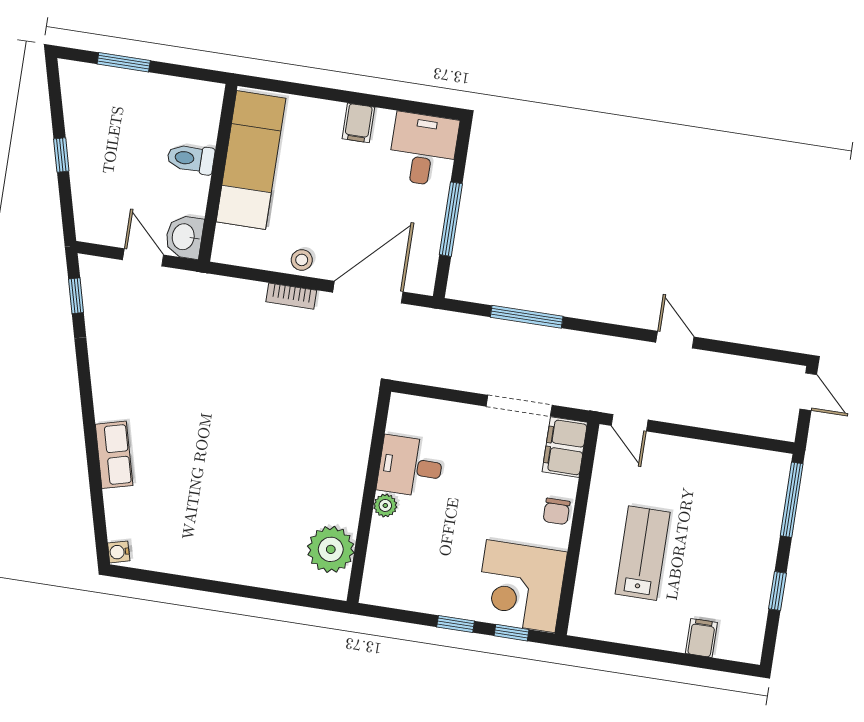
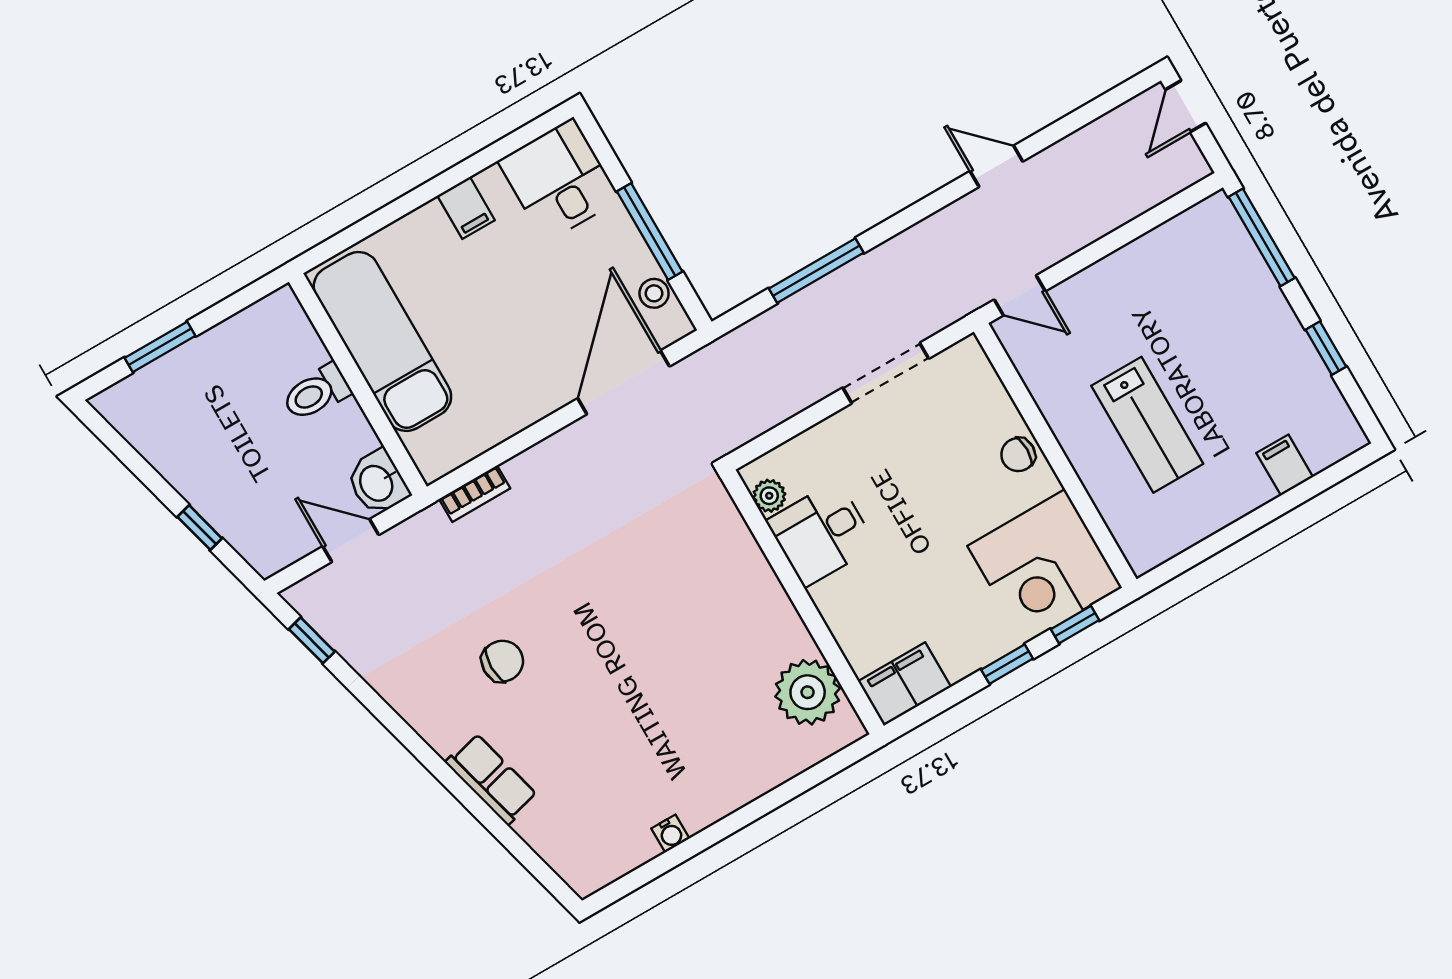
window: (61, 155) -> (200, 528), moved
stool: (302, 260) -> (654, 293), moved
bookcase: (291, 296) -> (475, 494), moved
door: (808, 392) -> (1186, 106), swing flipped
chair: (174, 394) -> (502, 661), added
filing cabinet: (565, 447) -> (905, 684), moved, turned 90
plant: (385, 505) -> (769, 496), moved
chair: (557, 511) -> (1018, 455), turned 90
water cooler: (119, 552) -> (670, 834), moved, turned -75
lab bench: (643, 553) -> (1147, 425), turned 180

